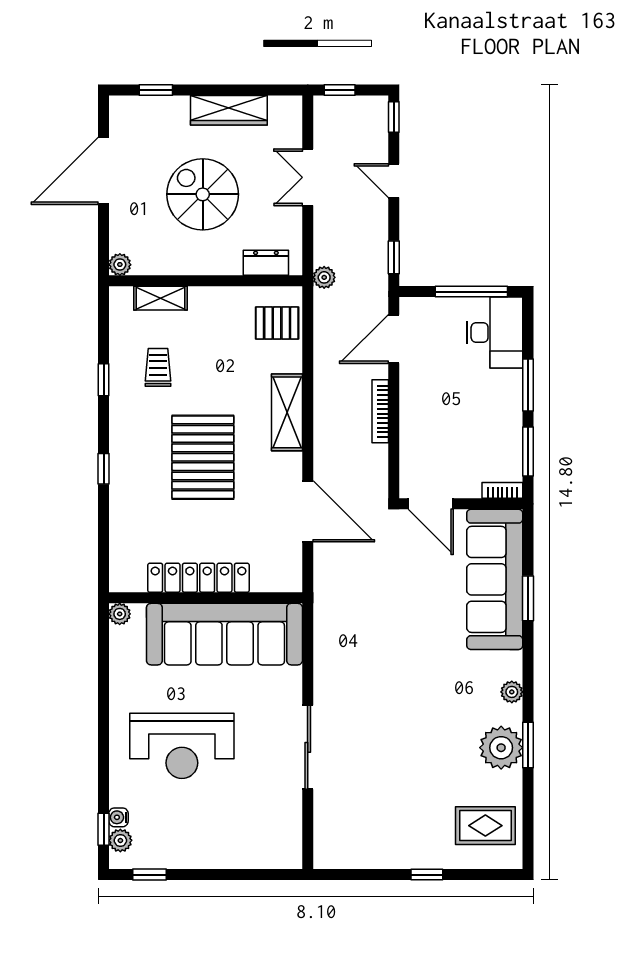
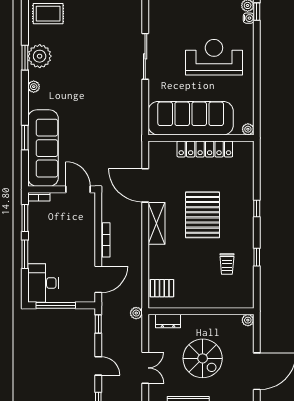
shelving: (161, 298) -> (226, 302), removed
shelving: (287, 412) -> (157, 223), moved

